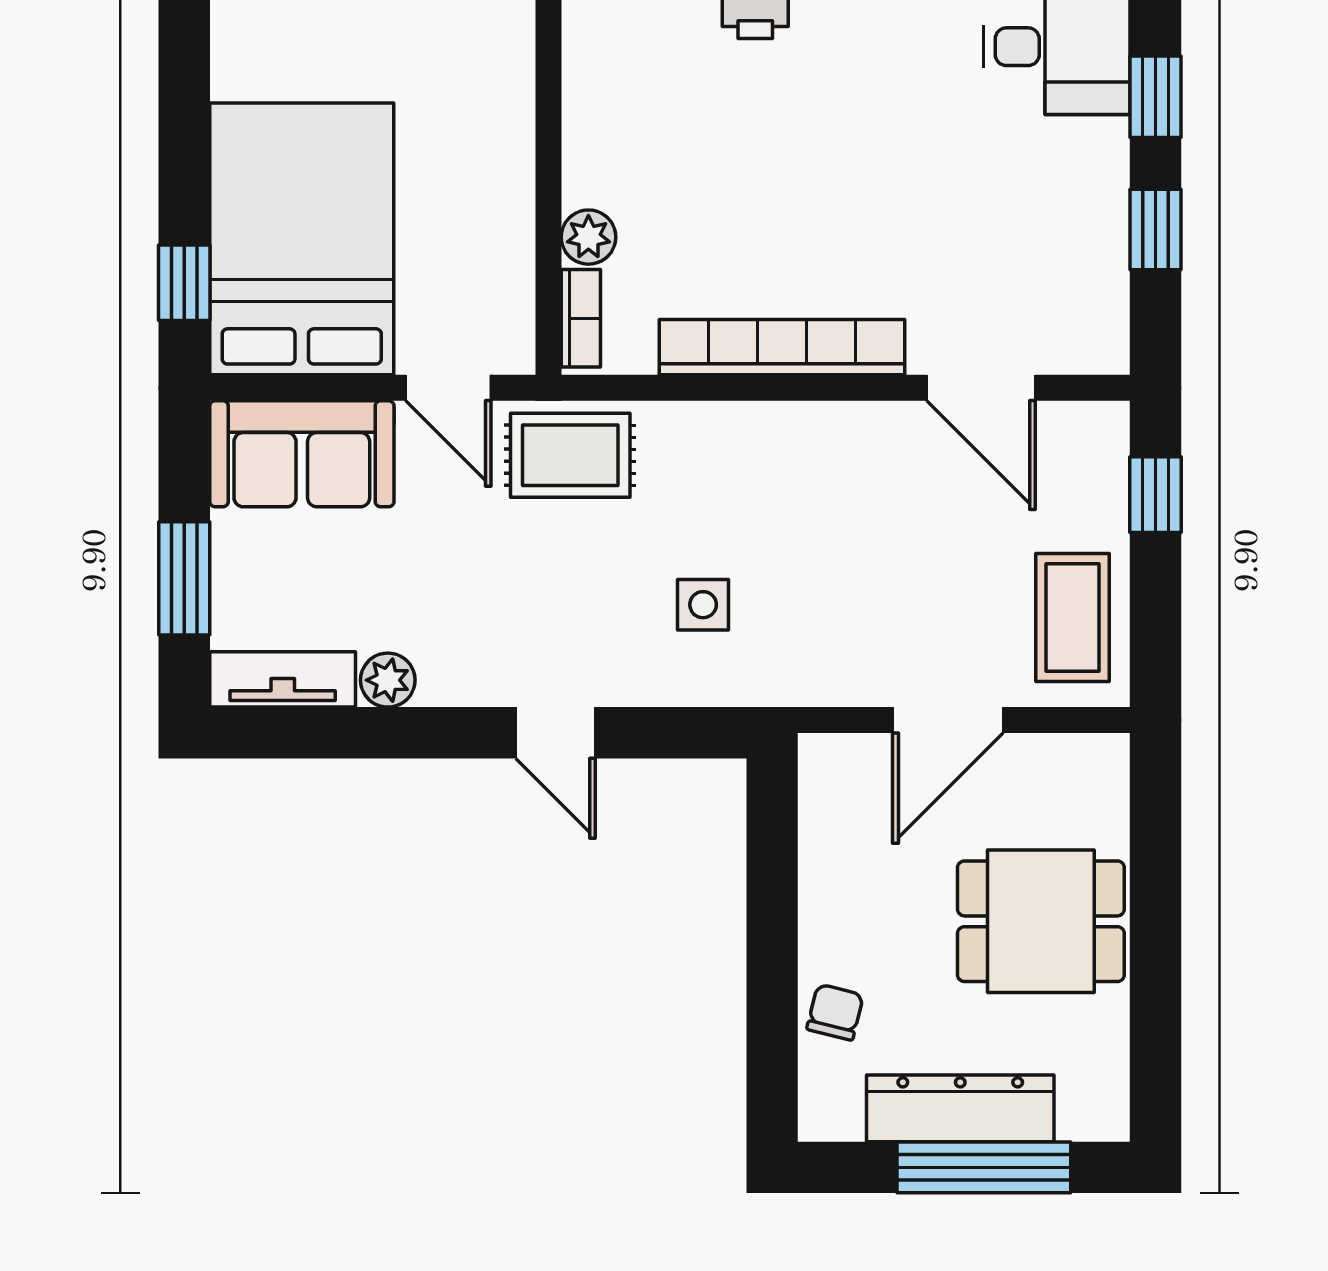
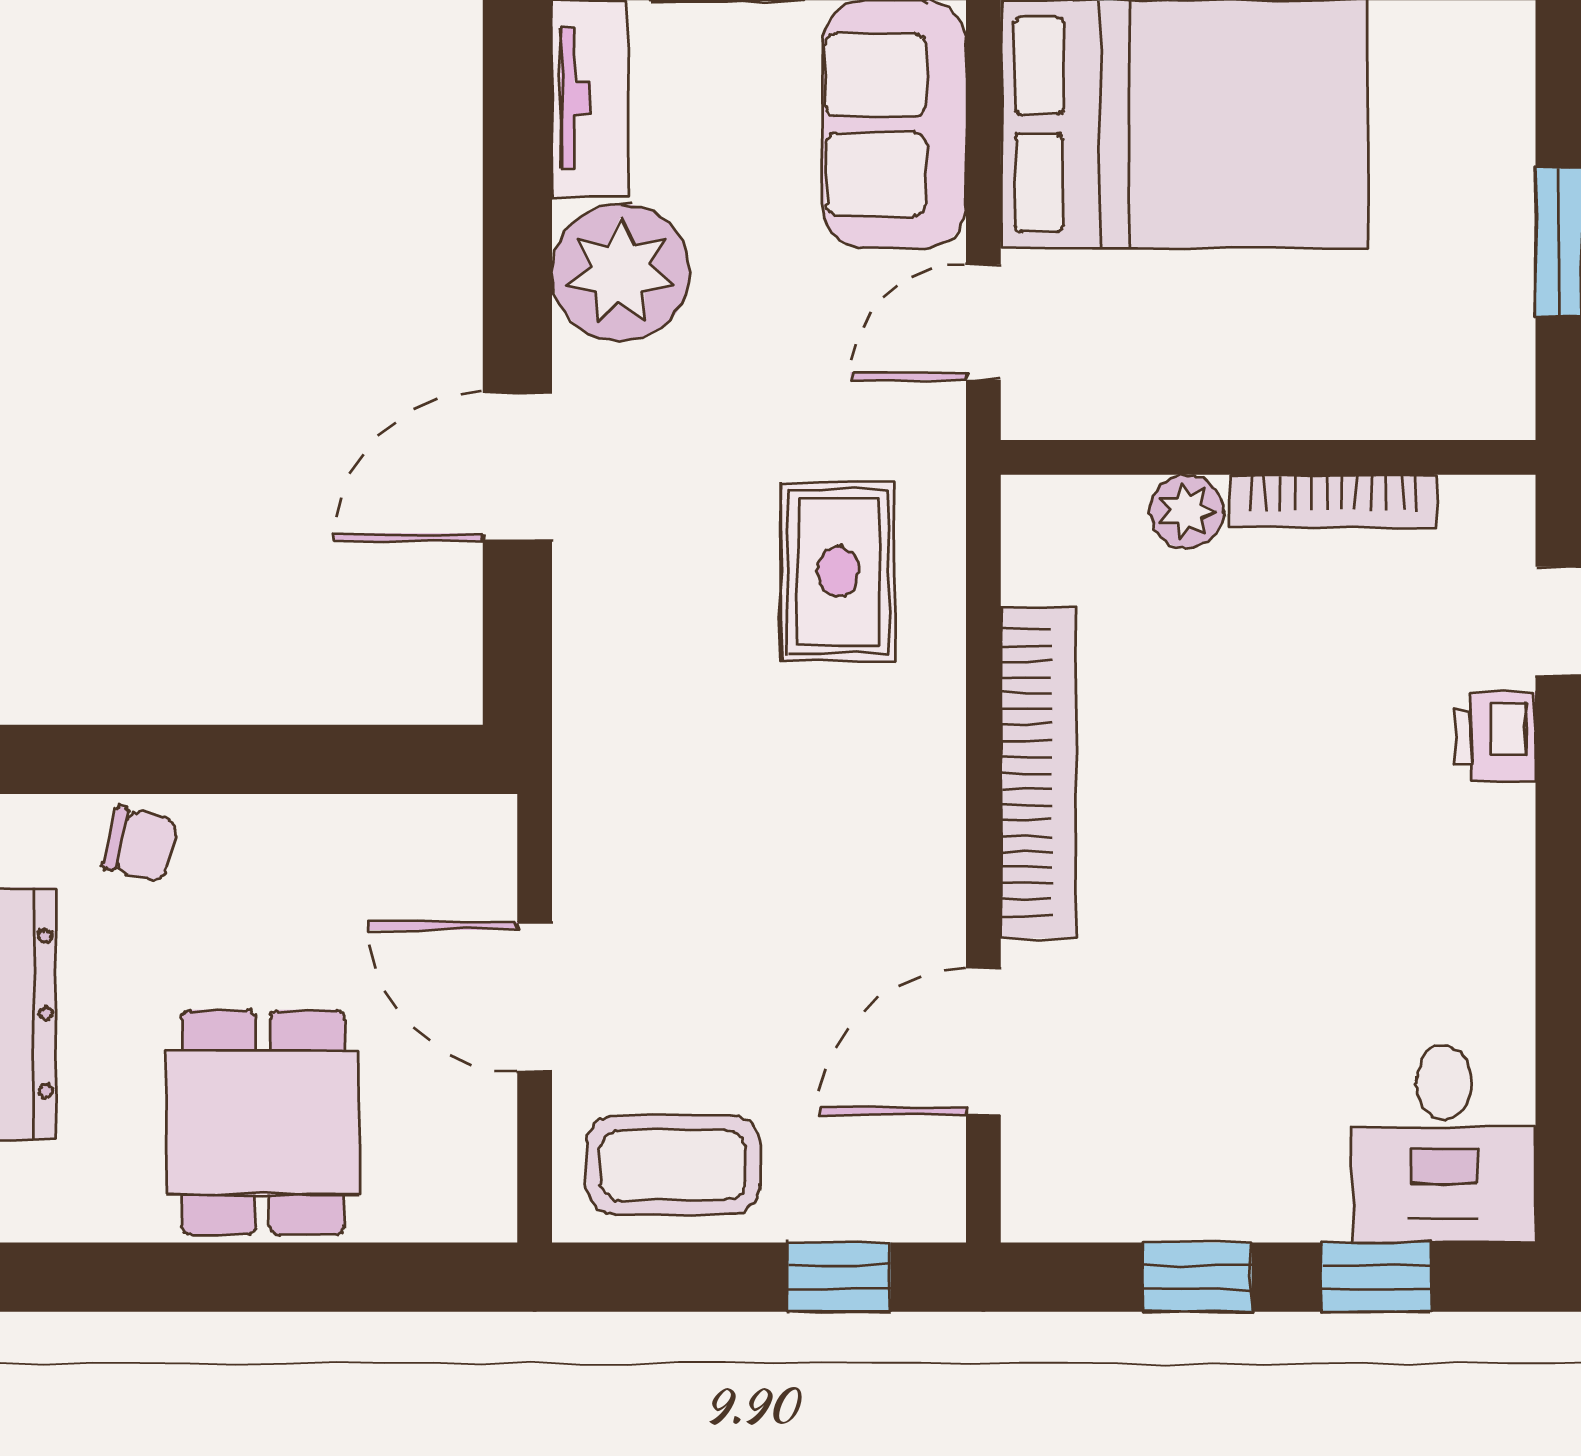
bookcase: (581, 318) -> (1334, 501), moved, width x1.56
rug: (570, 455) -> (838, 572), moved
side table: (703, 605) -> (690, 666), removed
plant: (388, 680) -> (621, 273), width x1.87, depth x1.87
door: (556, 733) -> (517, 467), width x1.38

